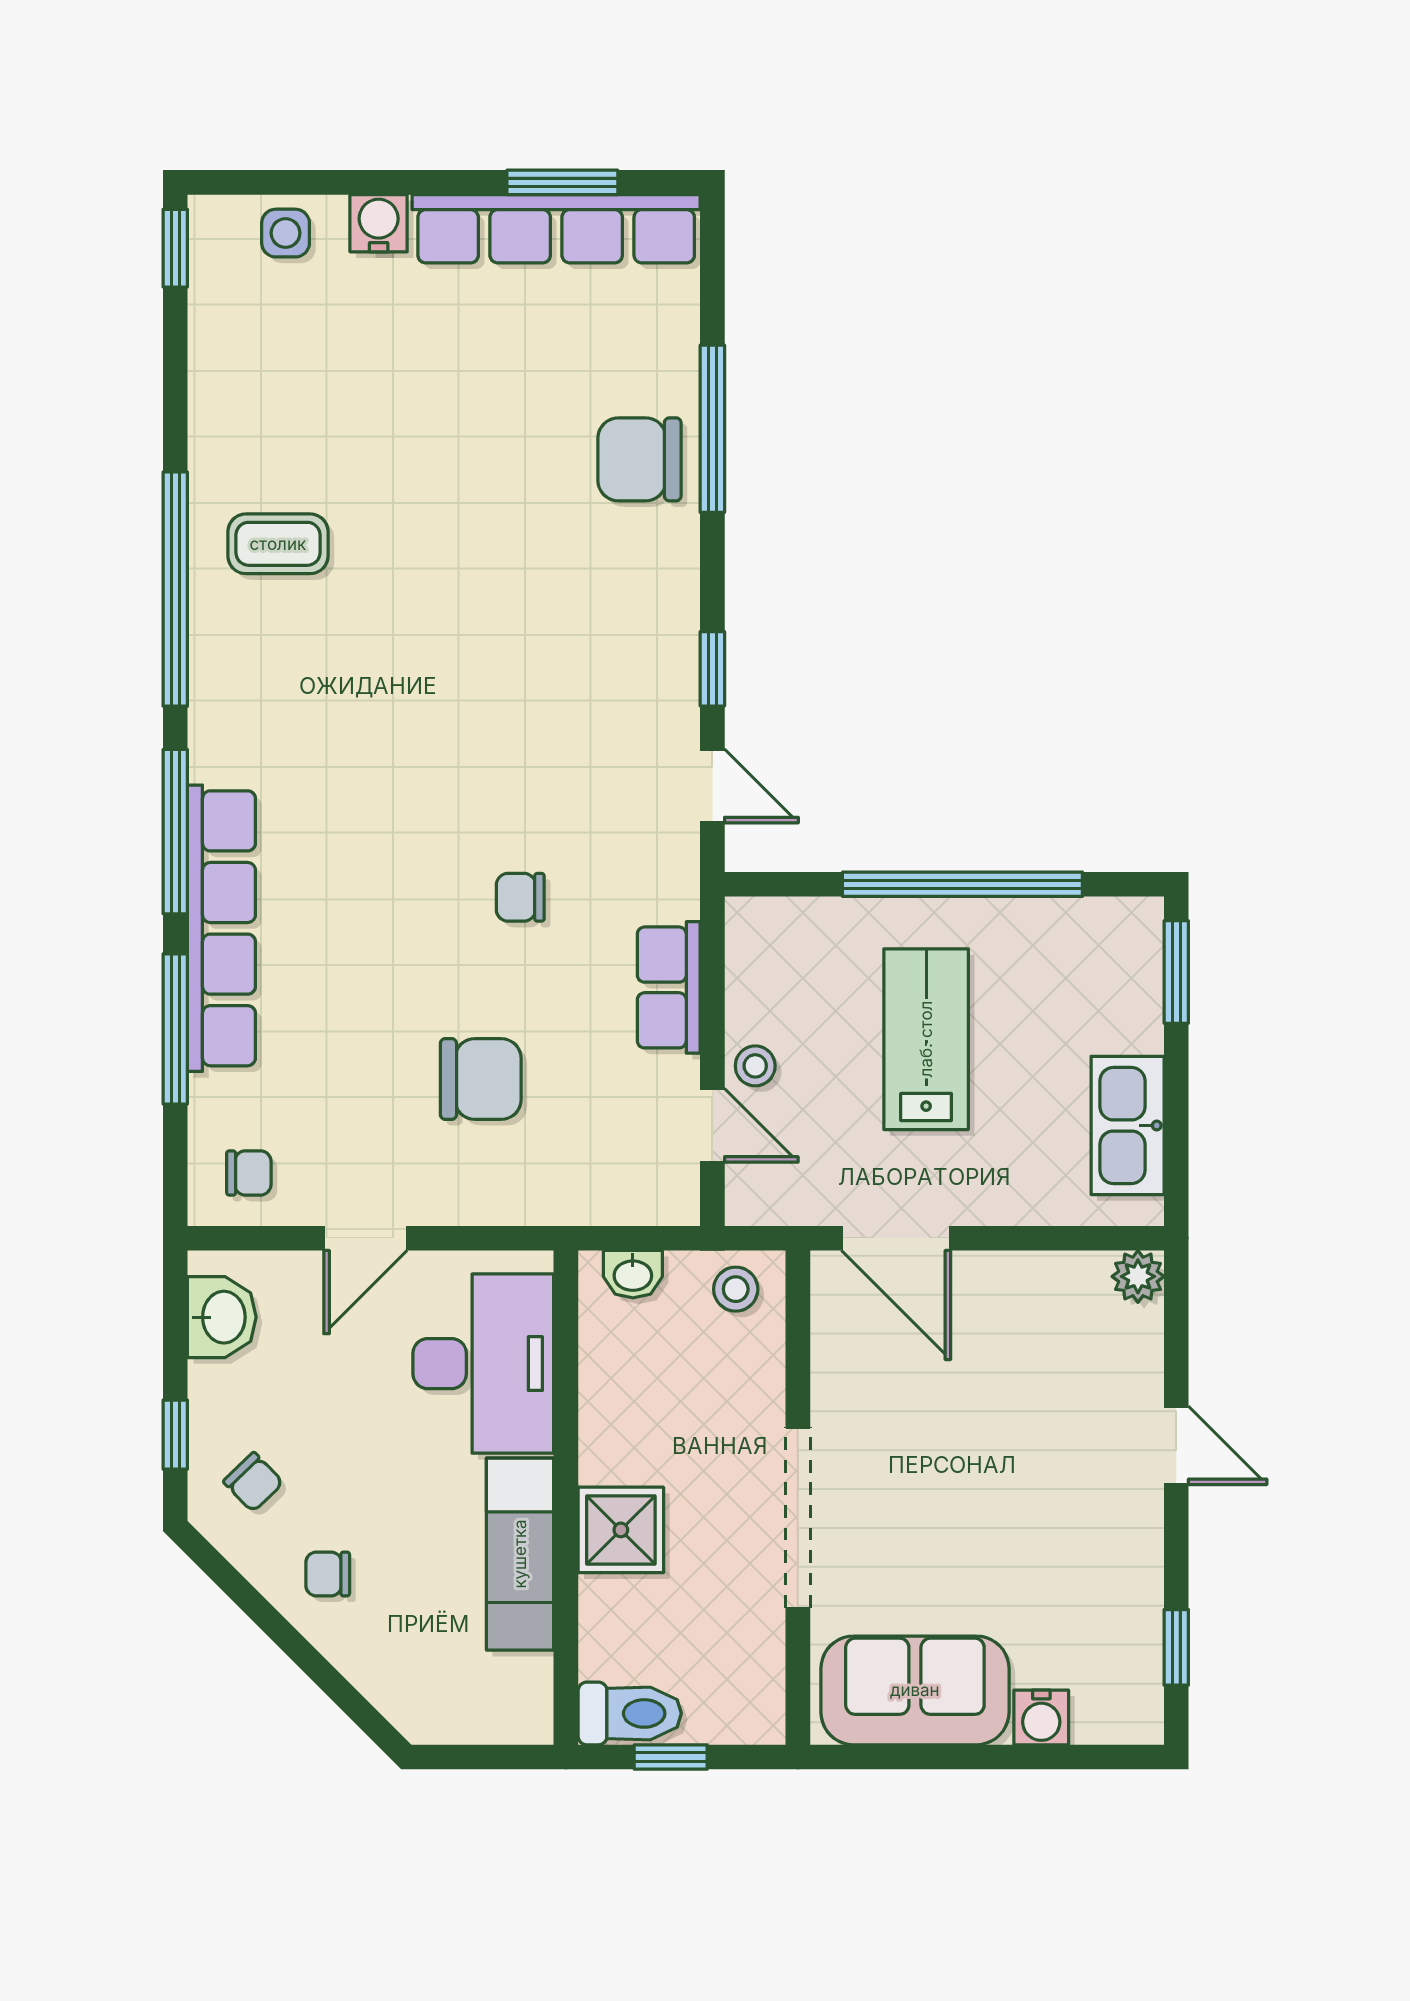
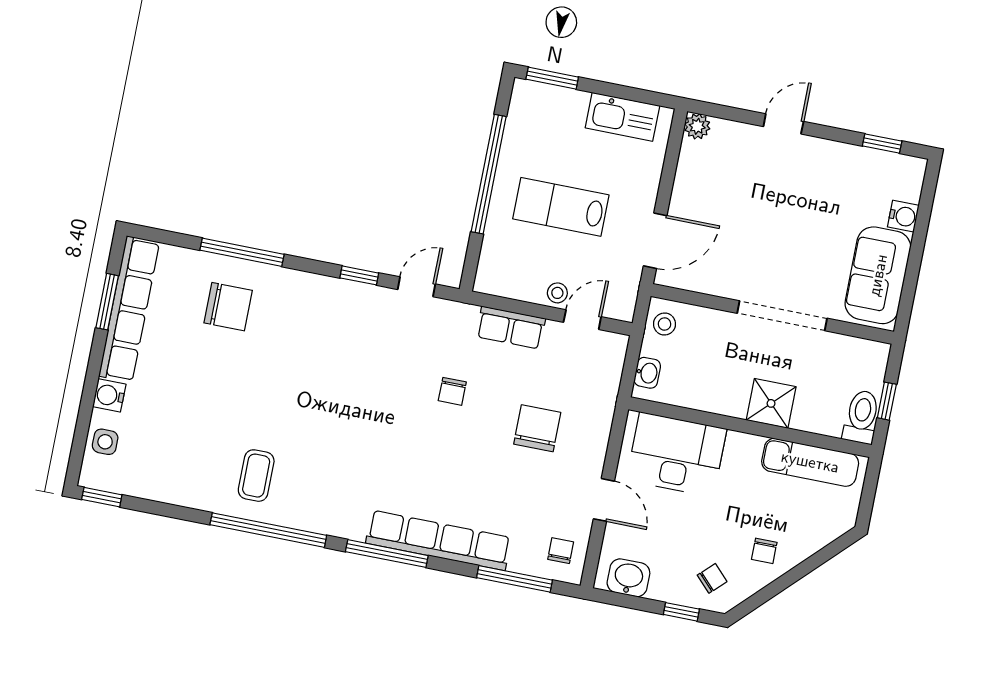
chair: (640, 459) -> (228, 307), moved, turned -90
window: (175, 1029) -> (515, 579), moved
exam couch: (520, 1554) -> (810, 462), moved

